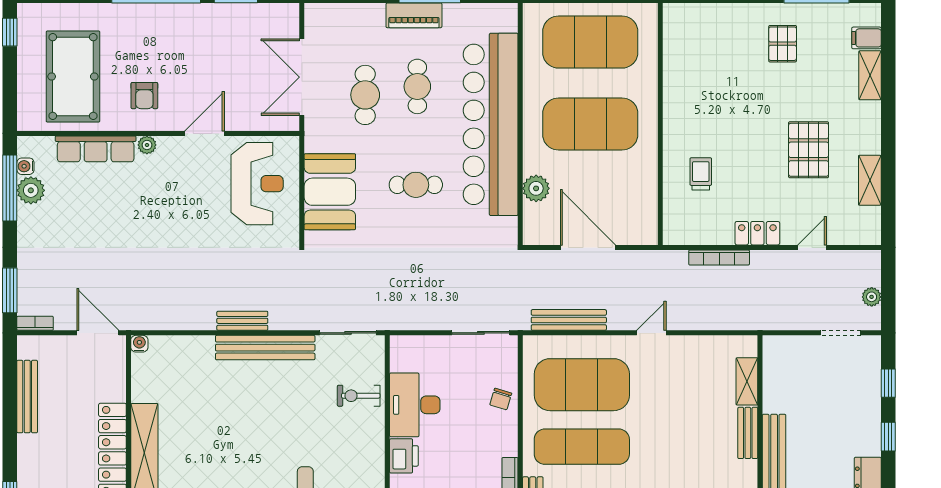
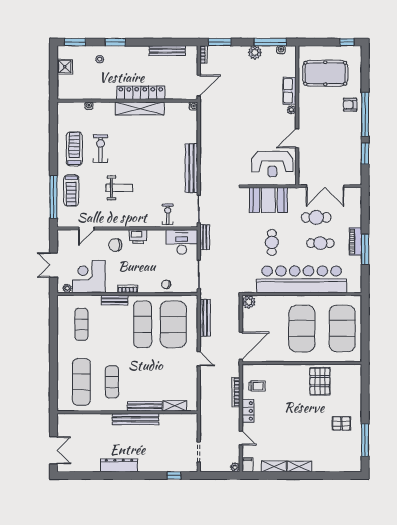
filing cabinet: (866, 38) -> (247, 465), moved
shelving: (870, 75) -> (299, 467), moved
double door: (302, 77) -> (325, 186), swing flipped
armchair: (144, 96) -> (350, 105), moved
door: (205, 133) -> (297, 138), swing flipped
row of seats: (96, 149) -> (290, 91), width x0.68
pallet: (809, 150) -> (320, 381), moved, turned 90
trolley: (701, 174) -> (257, 386), moved
plant: (536, 188) -> (249, 302), moved
plant: (31, 190) -> (255, 52), moved
door: (588, 247) -> (241, 346), moved
plant: (872, 297) -> (235, 467), moved
bench: (242, 321) -> (205, 237), moved
desk: (415, 405) -> (182, 242), moved
bench: (748, 433) -> (145, 406), width x1.36
window: (888, 437) -> (148, 475), removed

